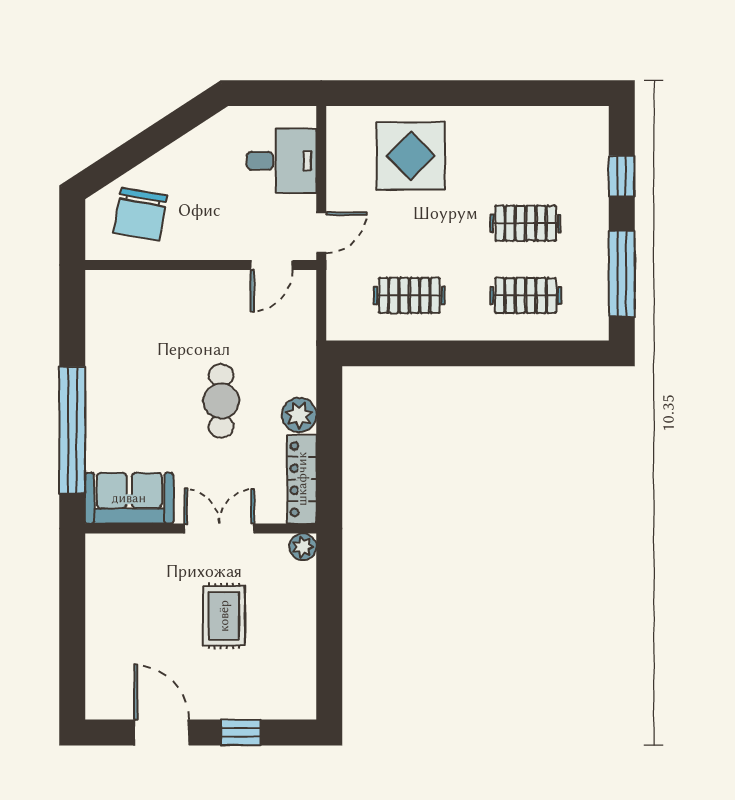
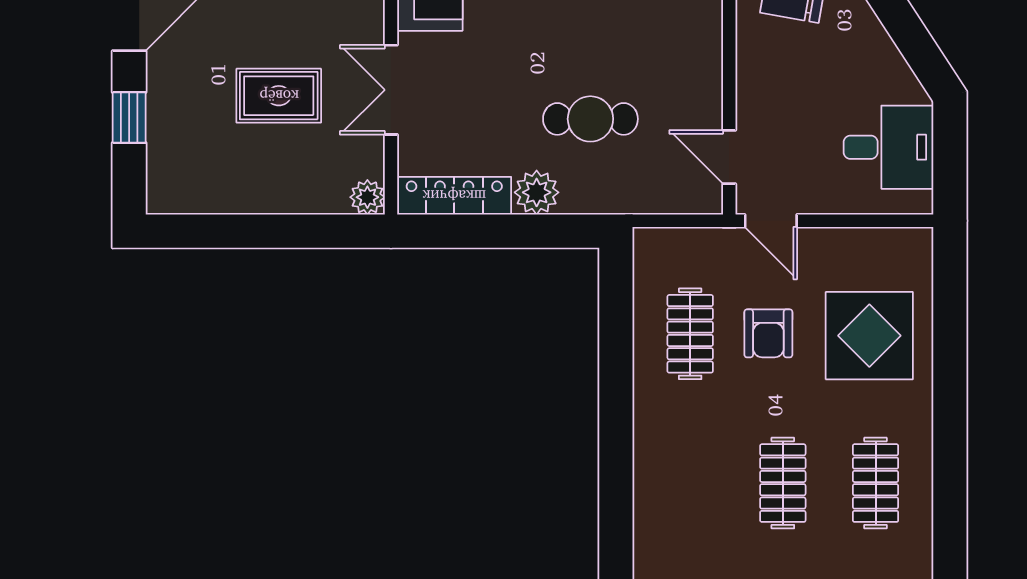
desk: (282, 161) -> (888, 147), moved, turned -90
armchair: (409, 235) -> (768, 333), added
clothes rail: (526, 295) -> (876, 483), moved
cafe table: (221, 401) -> (590, 119), moved
double door: (219, 528) -> (391, 90), swing flipped

